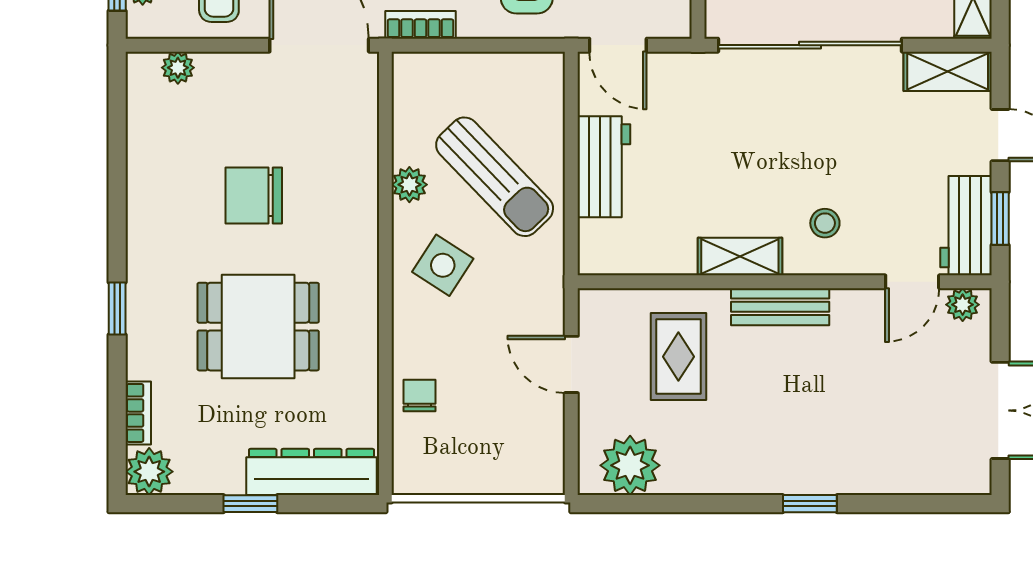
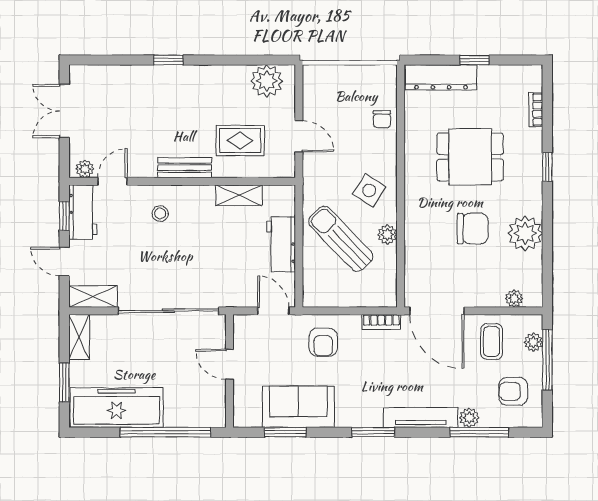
shelving: (740, 256) -> (239, 195), moved
rug: (678, 357) -> (240, 141), turned 90
plant: (149, 472) -> (525, 233), moved, width x1.36, depth x1.36

